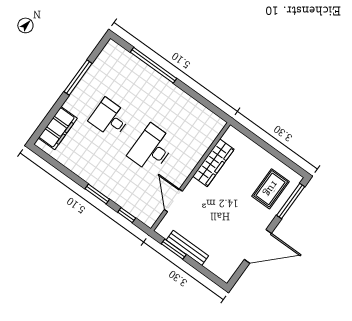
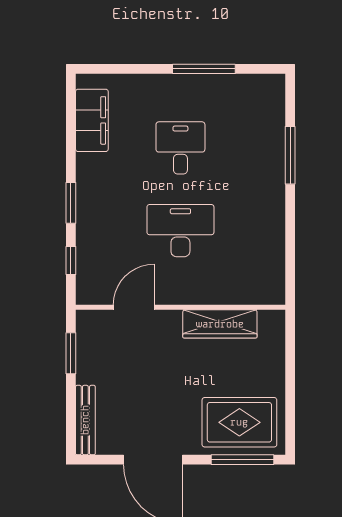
window: (153, 65) -> (290, 155), width x0.68
filing cabinet: (58, 128) -> (92, 120), moved, turned -90
rug: (271, 189) -> (239, 422), width x1.36, depth x1.43
bench: (187, 248) -> (85, 420), moved

